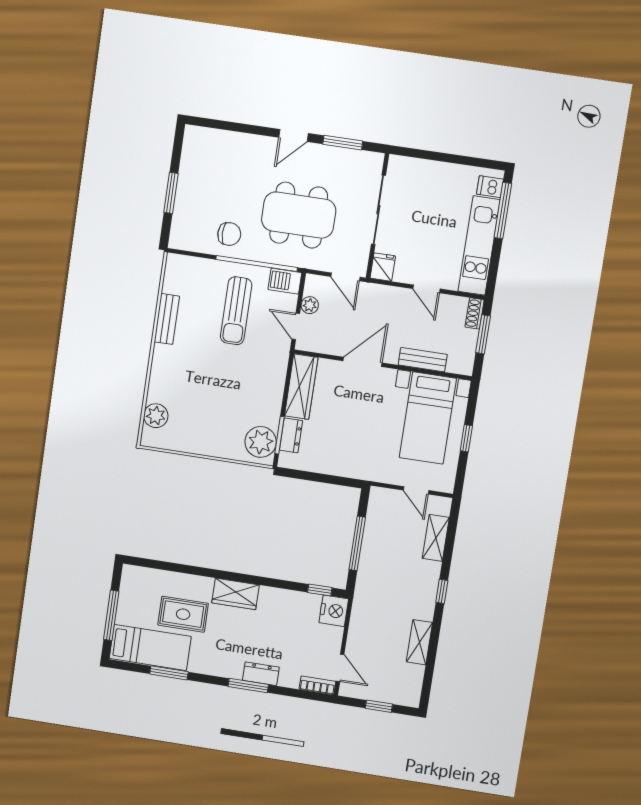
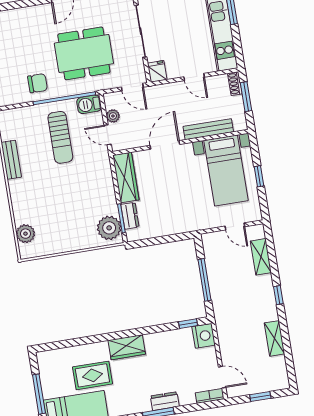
bench: (423, 360) -> (208, 129), width x1.36

